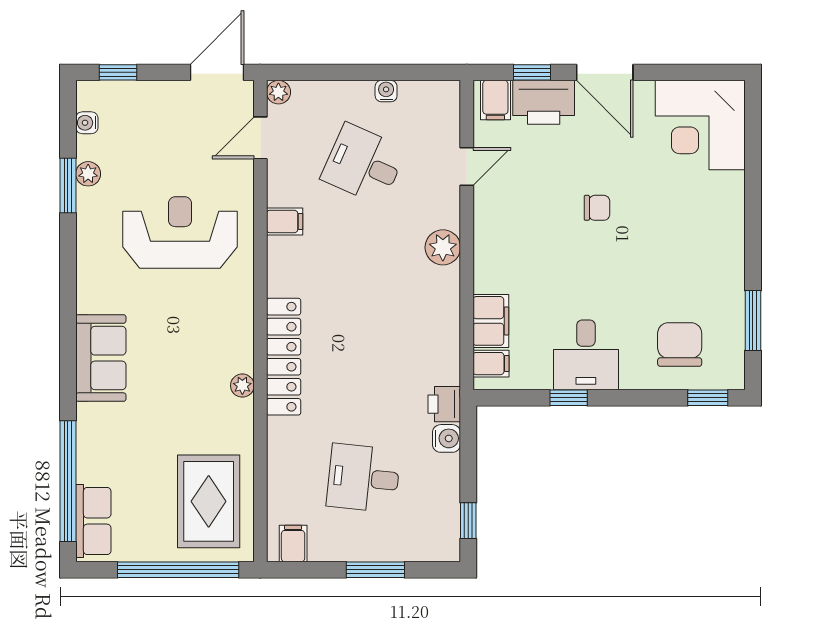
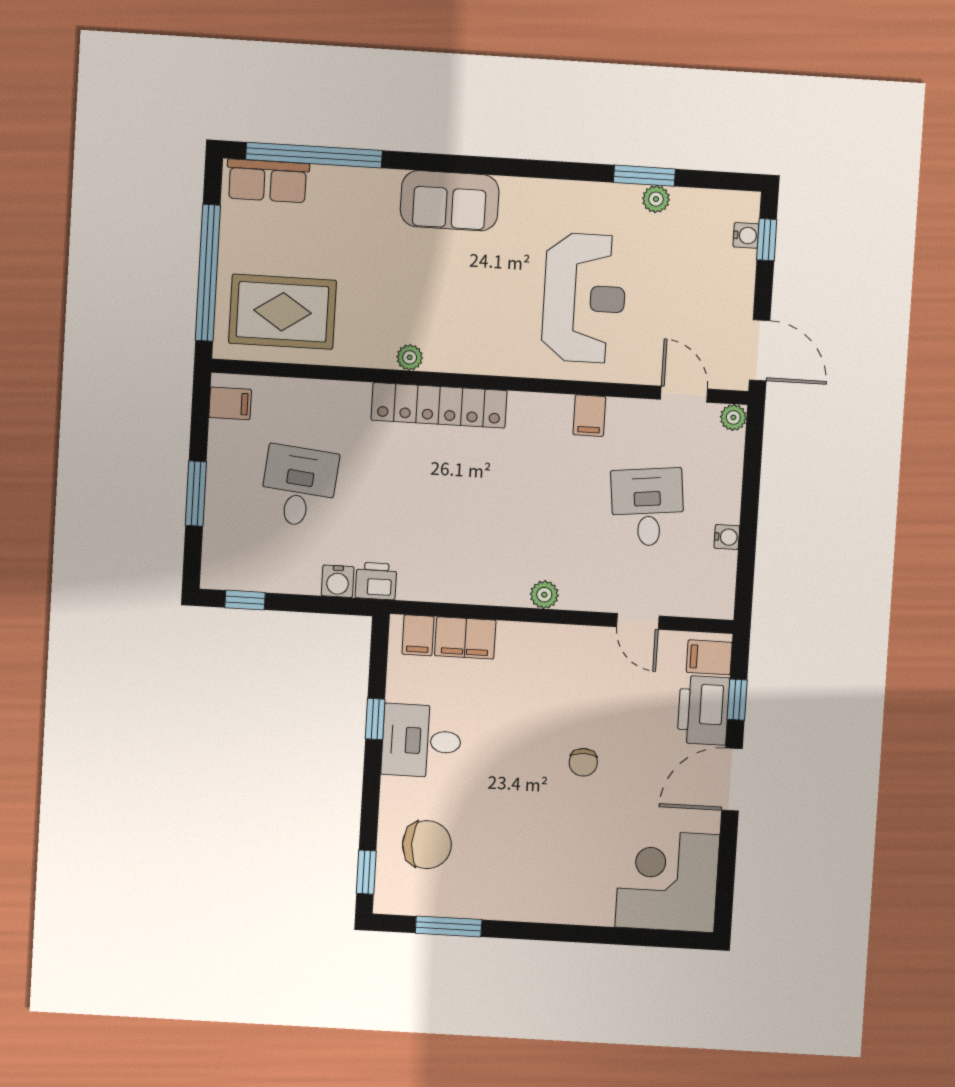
water cooler: (87, 123) -> (746, 235), moved, turned 90
desk: (364, 164) -> (648, 507), turned -30
plant: (443, 247) -> (544, 595), width x0.73, depth x0.73

